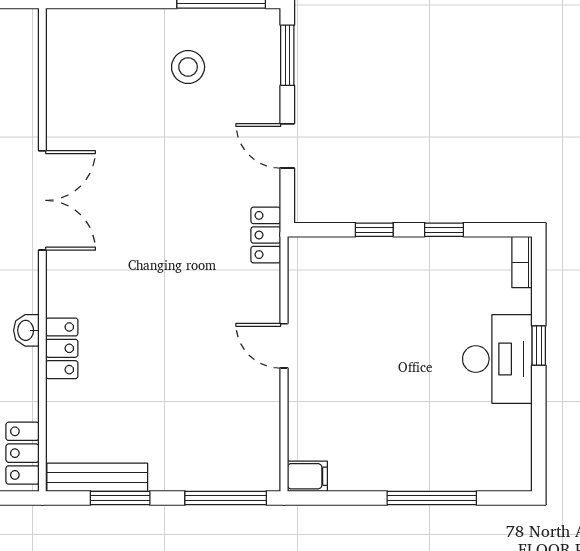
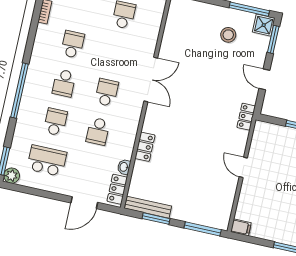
shower: (260, 29) -> (264, 25), added
washbasin: (26, 330) -> (124, 167), moved

